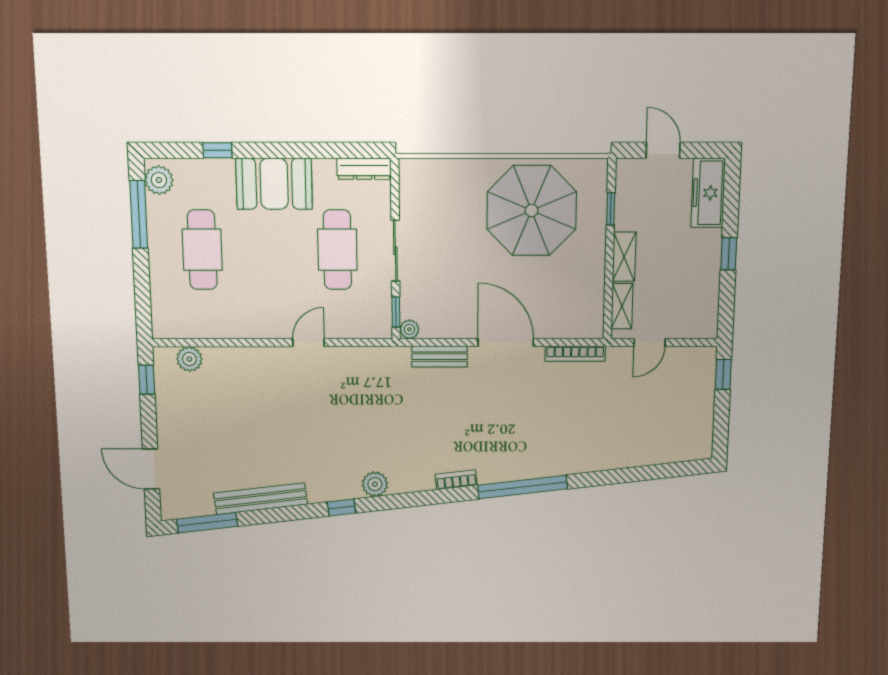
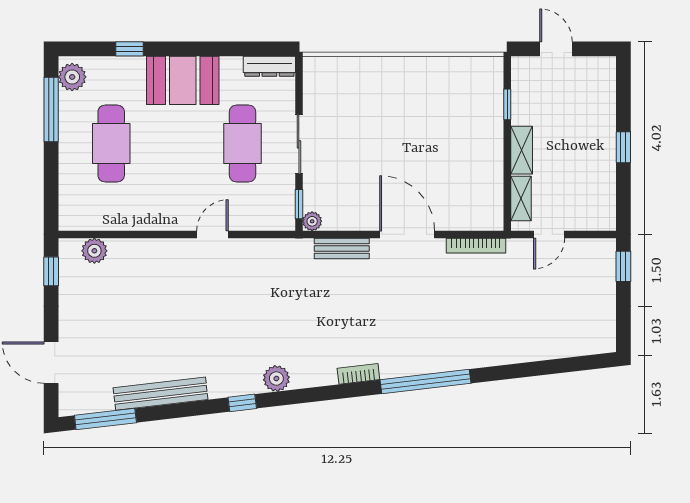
freezer: (708, 193) -> (601, 89), removed
parasol: (532, 211) -> (431, 106), removed

